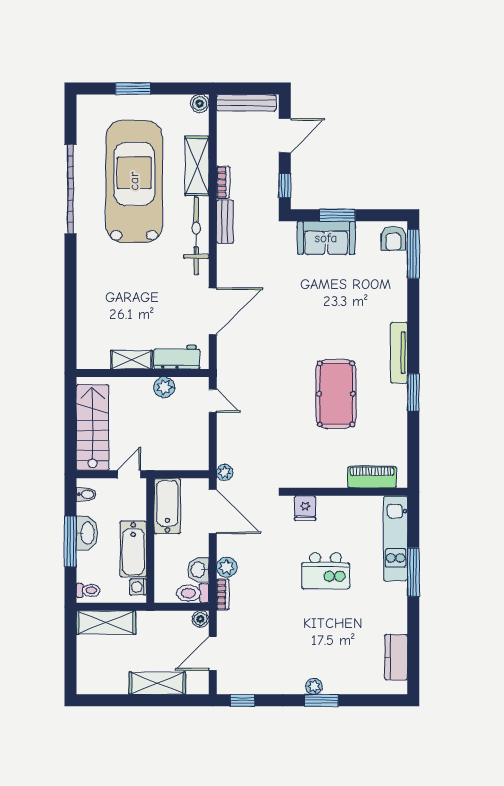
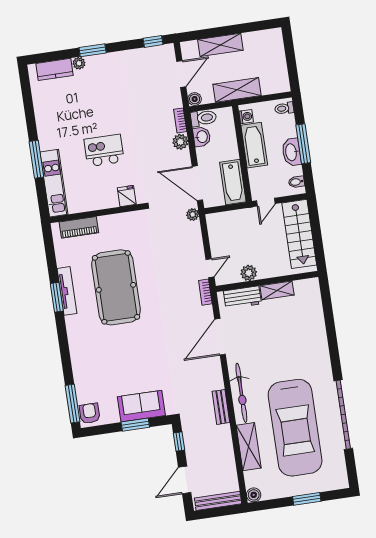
bookcase: (223, 182) -> (205, 292), moved
tv unit: (399, 353) -> (67, 291), moved
pool table: (336, 394) -> (116, 287), width x1.36, depth x1.32
door: (213, 401) -> (210, 268), swing flipped
shelving: (106, 623) -> (237, 90), moved
kitchen counter: (396, 657) -> (55, 69), moved, turned 90
plant: (314, 686) -> (79, 63), moved

